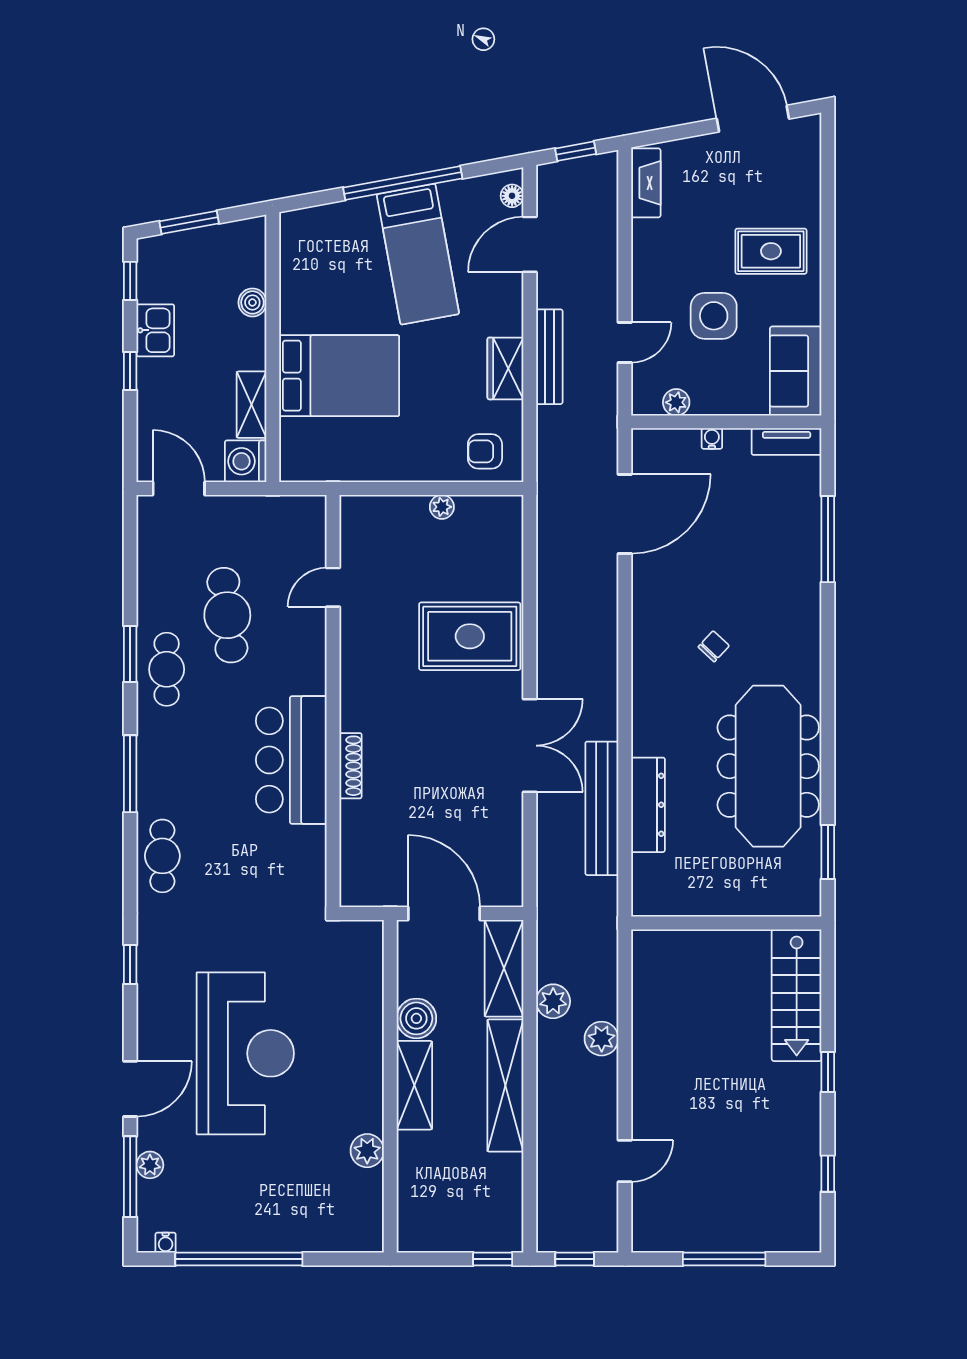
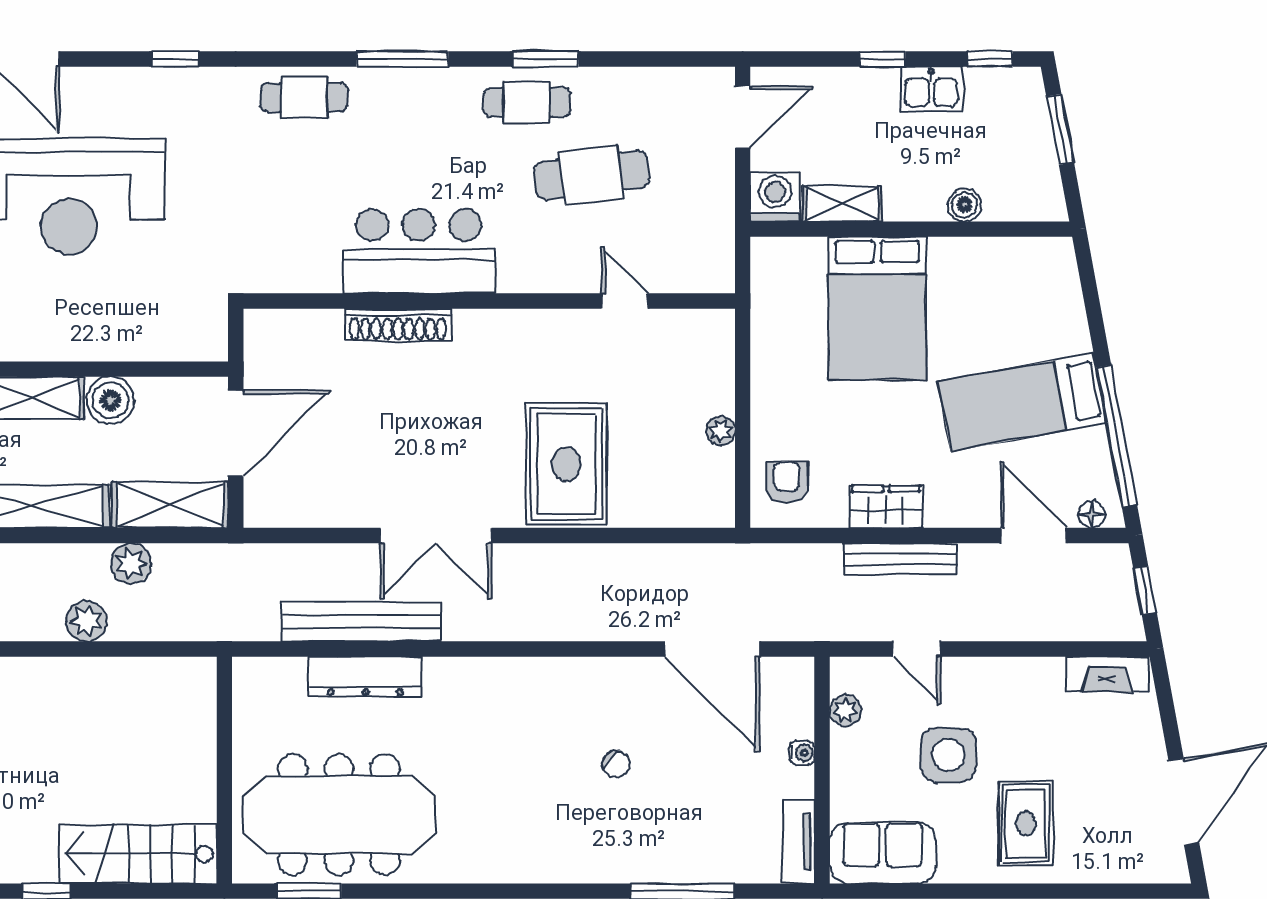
window: (403, 183) -> (1117, 436), moved
chair: (714, 646) -> (616, 764), moved
shoe rack: (351, 766) -> (398, 325), width x1.36, depth x1.24
meeting table: (768, 766) -> (339, 815), moved

